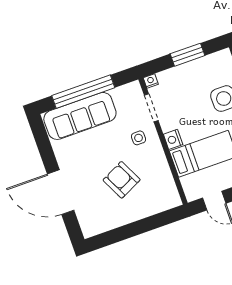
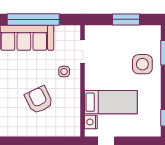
nightstand: (151, 81) -> (90, 30), removed
nightstand: (173, 139) -> (91, 122), moved

